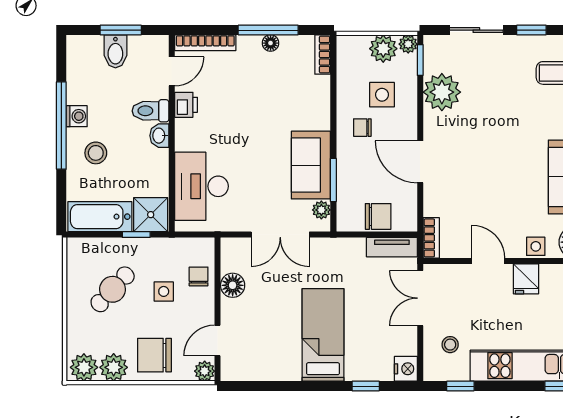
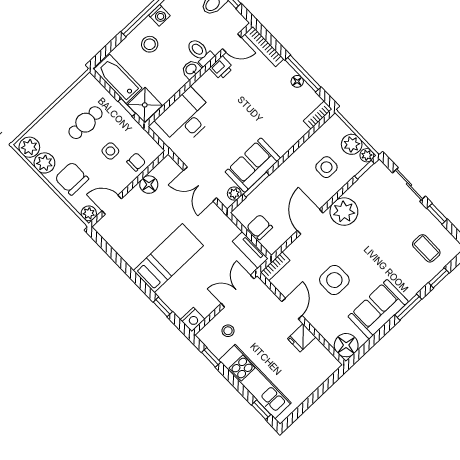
plant: (442, 92) -> (344, 212), moved
chair: (362, 128) -> (299, 173), removed
chair: (378, 216) -> (260, 227), turned 180
side table: (536, 246) -> (334, 280), moved, width x1.87, depth x1.87
cafe table: (113, 289) -> (85, 123), turned -43

